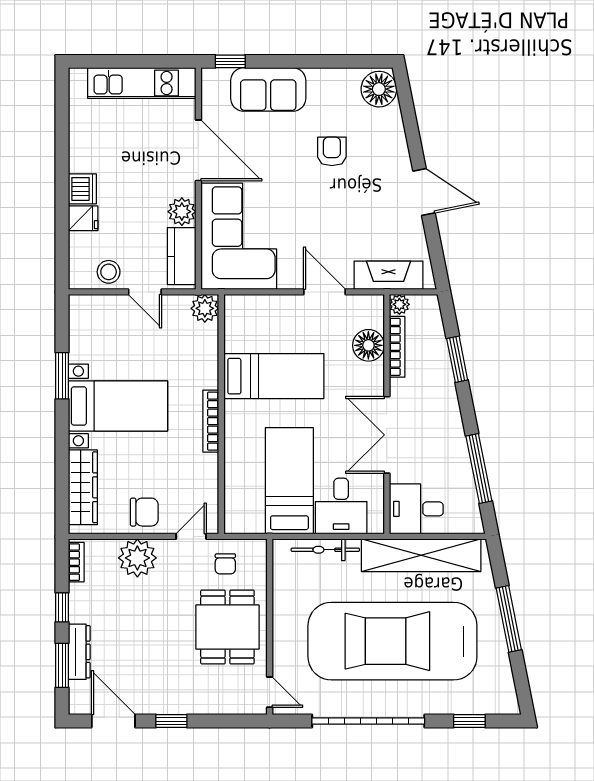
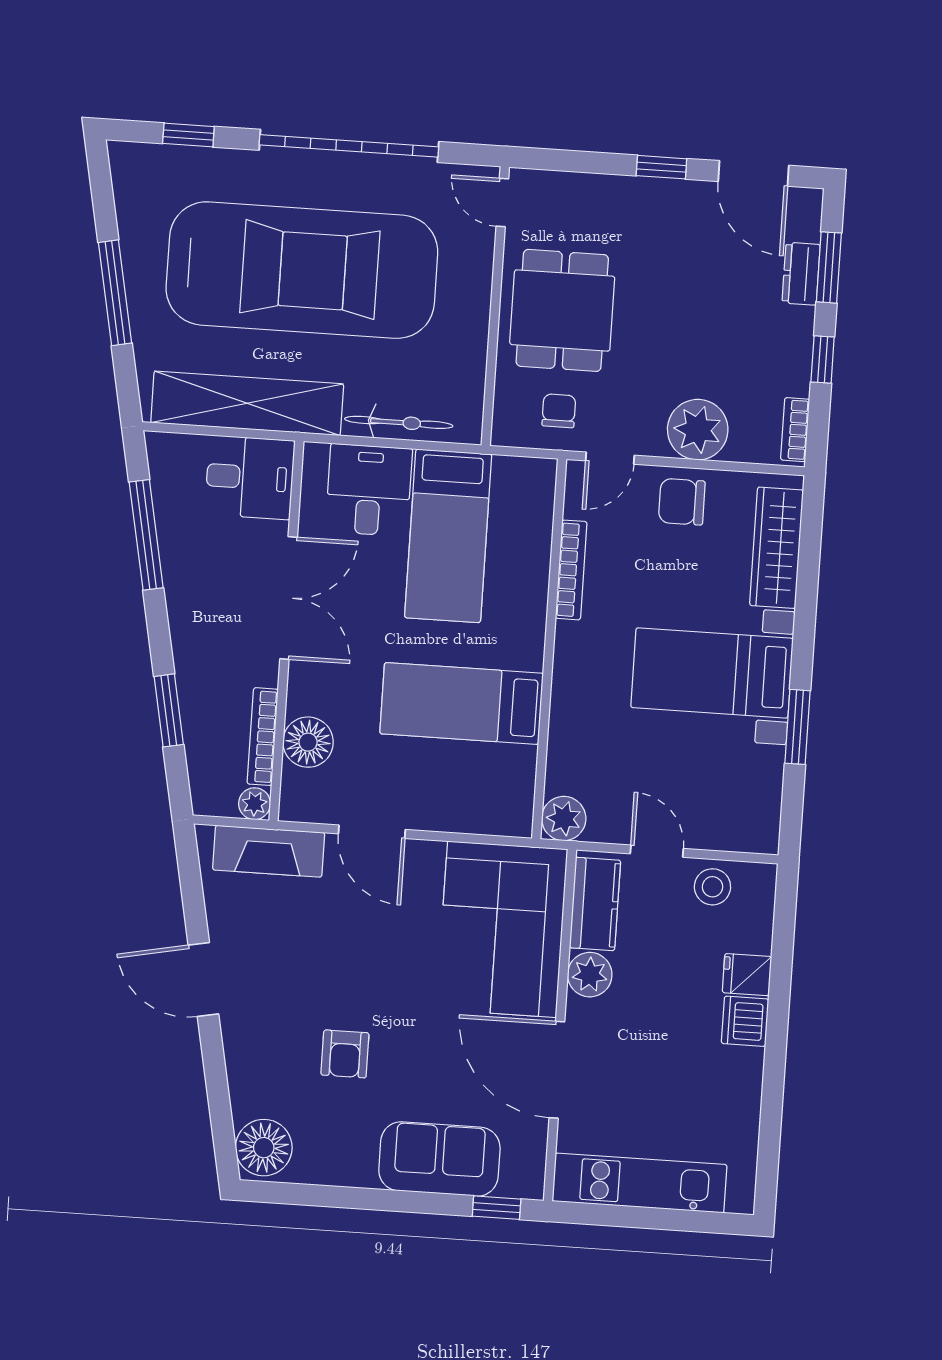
bookcase: (211, 421) -> (571, 570), moved
dresser: (79, 652) -> (801, 274), width x0.70

